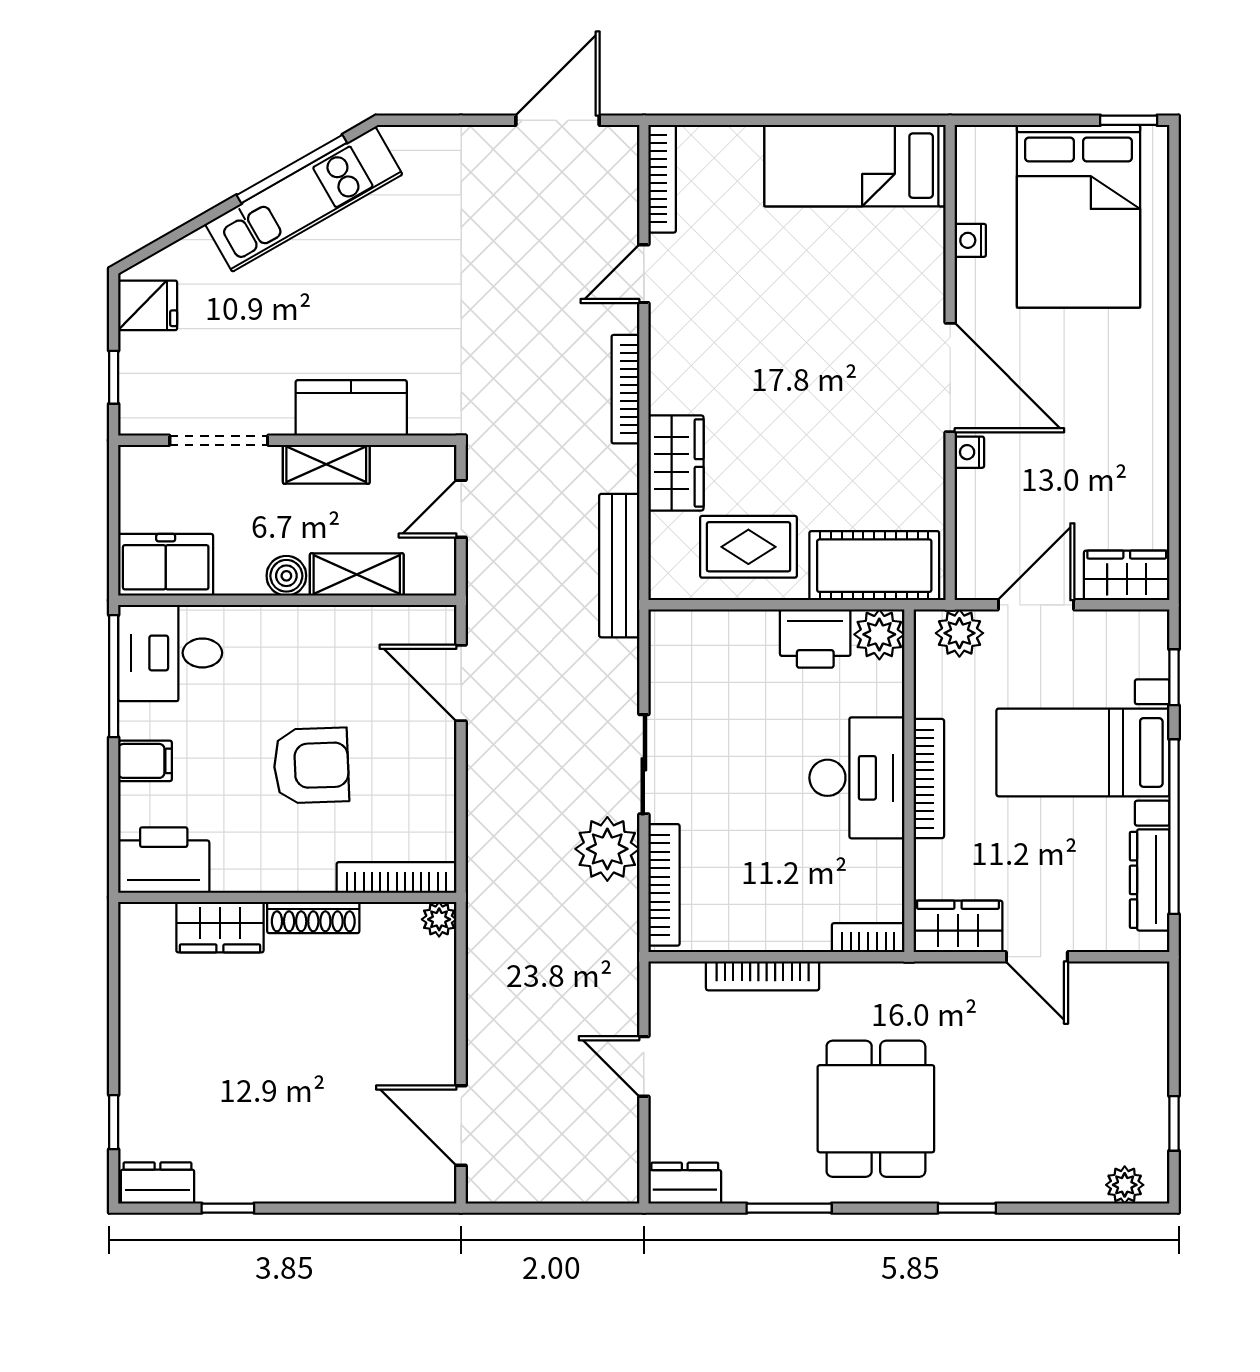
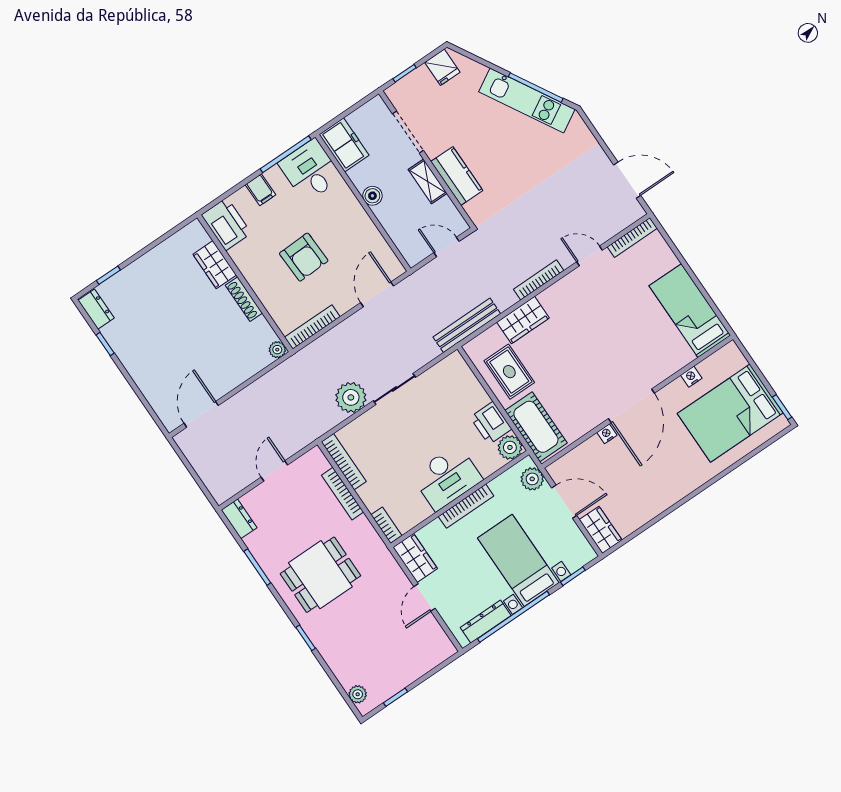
shelving: (357, 575) -> (392, 223), removed
bookcase: (397, 877) -> (312, 327), moved, turned -90
bookcase: (664, 885) -> (344, 462), moved, turned -90

